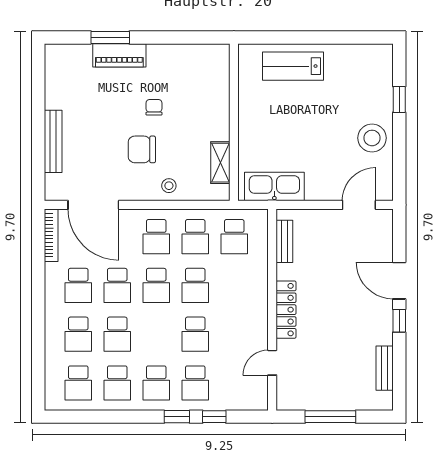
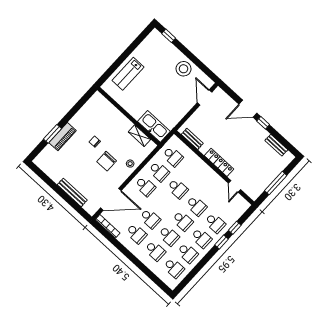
window: (399, 99) -> (169, 36), moved
kitchen sink: (274, 187) -> (154, 126), moved, turned 90
school desk: (156, 285) -> (183, 221), moved

